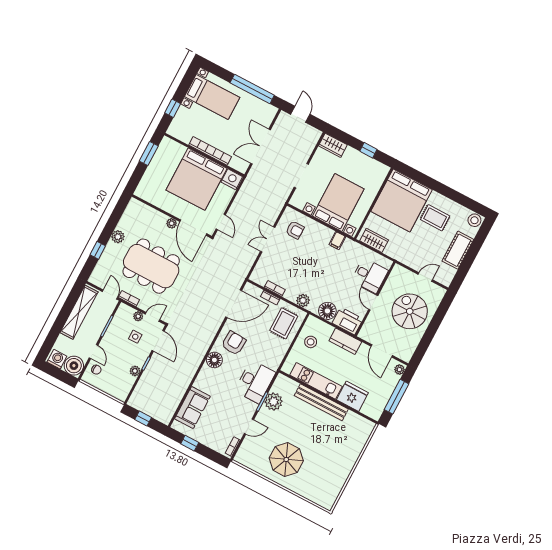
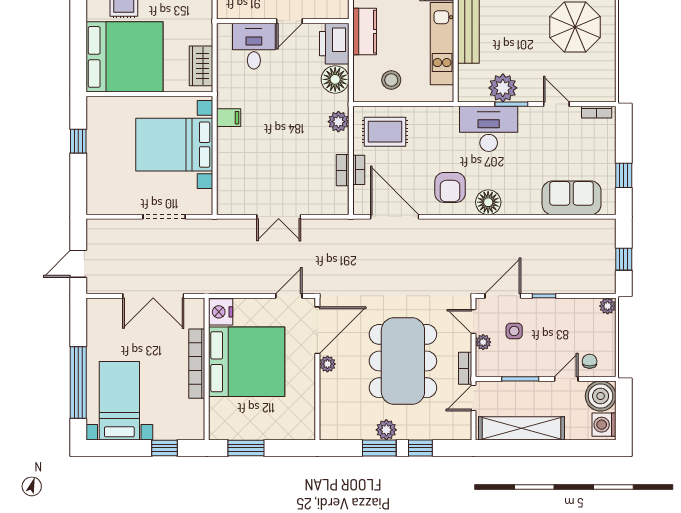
window: (252, 89) -> (78, 382), moved
wardrobe: (333, 145) -> (98, 195), removed
window: (110, 227) -> (379, 448), added
armchair: (295, 230) -> (245, 185), removed
armchair: (234, 343) -> (450, 187), turned -93
plant: (135, 371) -> (608, 306), moved

